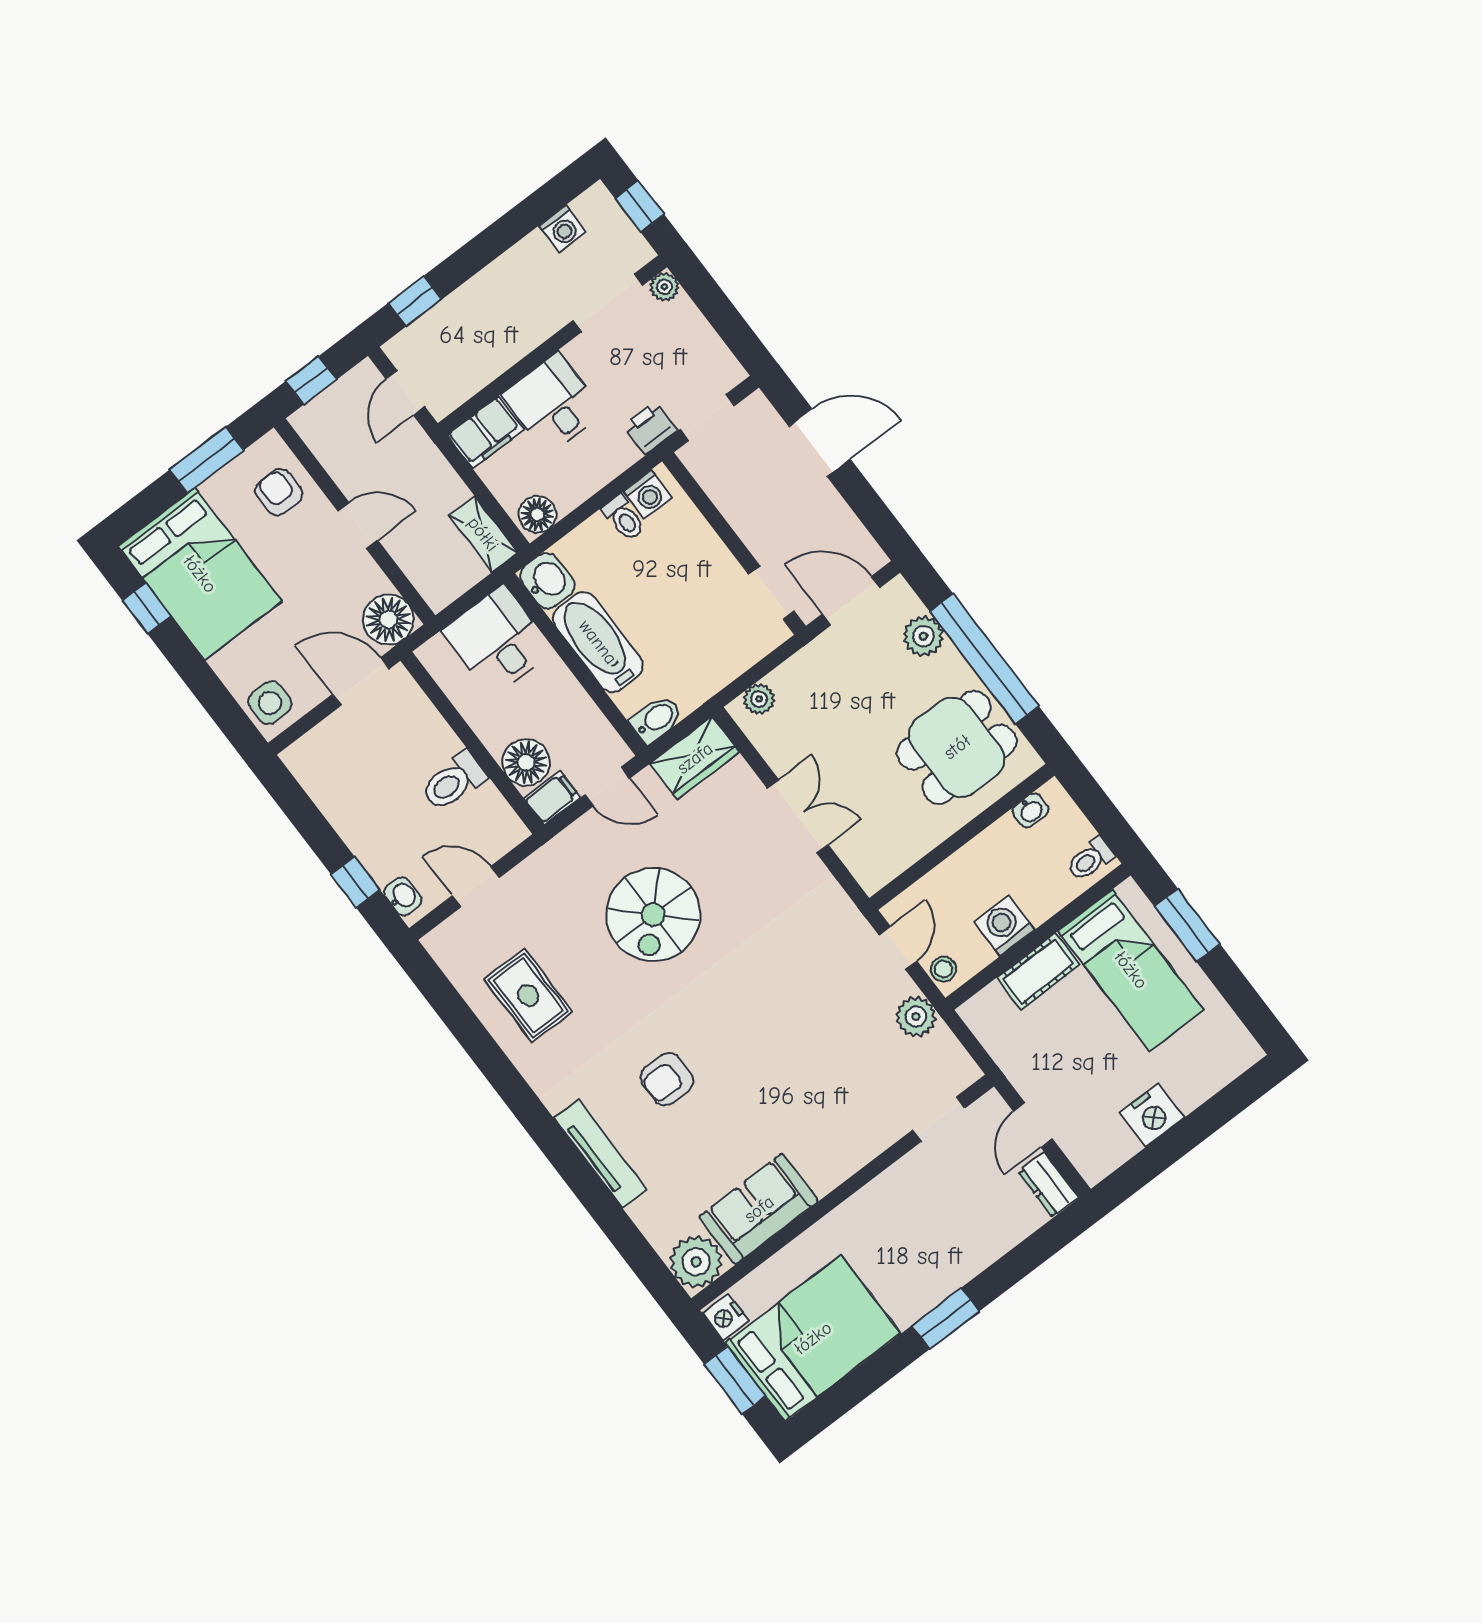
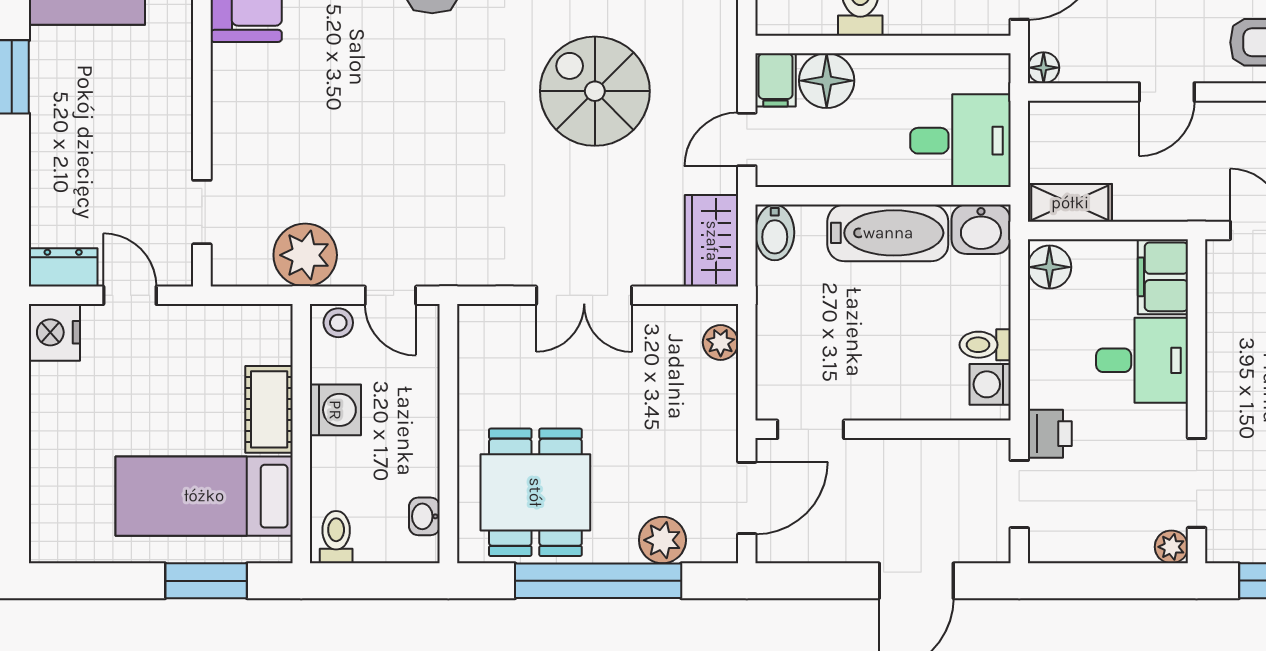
floor lamp: (388, 620) -> (1044, 68), width x0.53, depth x0.53
plant: (916, 1017) -> (305, 255), width x1.36, depth x1.36
nightstand: (1152, 1115) -> (54, 332), moved

